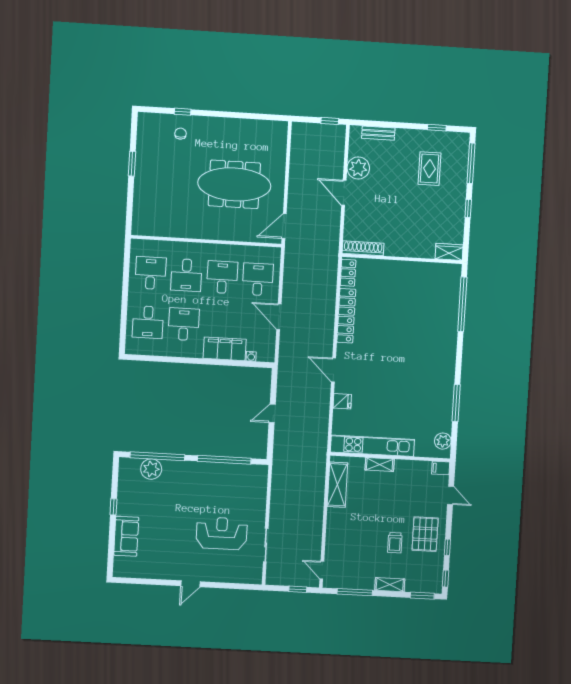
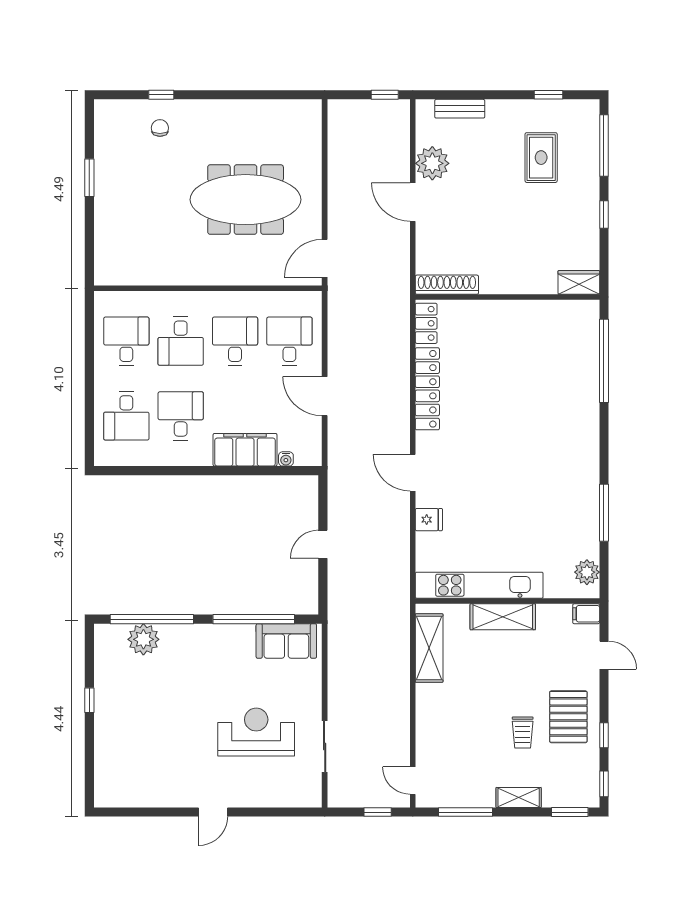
shelving: (380, 464) -> (503, 617), width x1.50, depth x1.33
sofa: (126, 536) -> (286, 641), moved, turned 90

